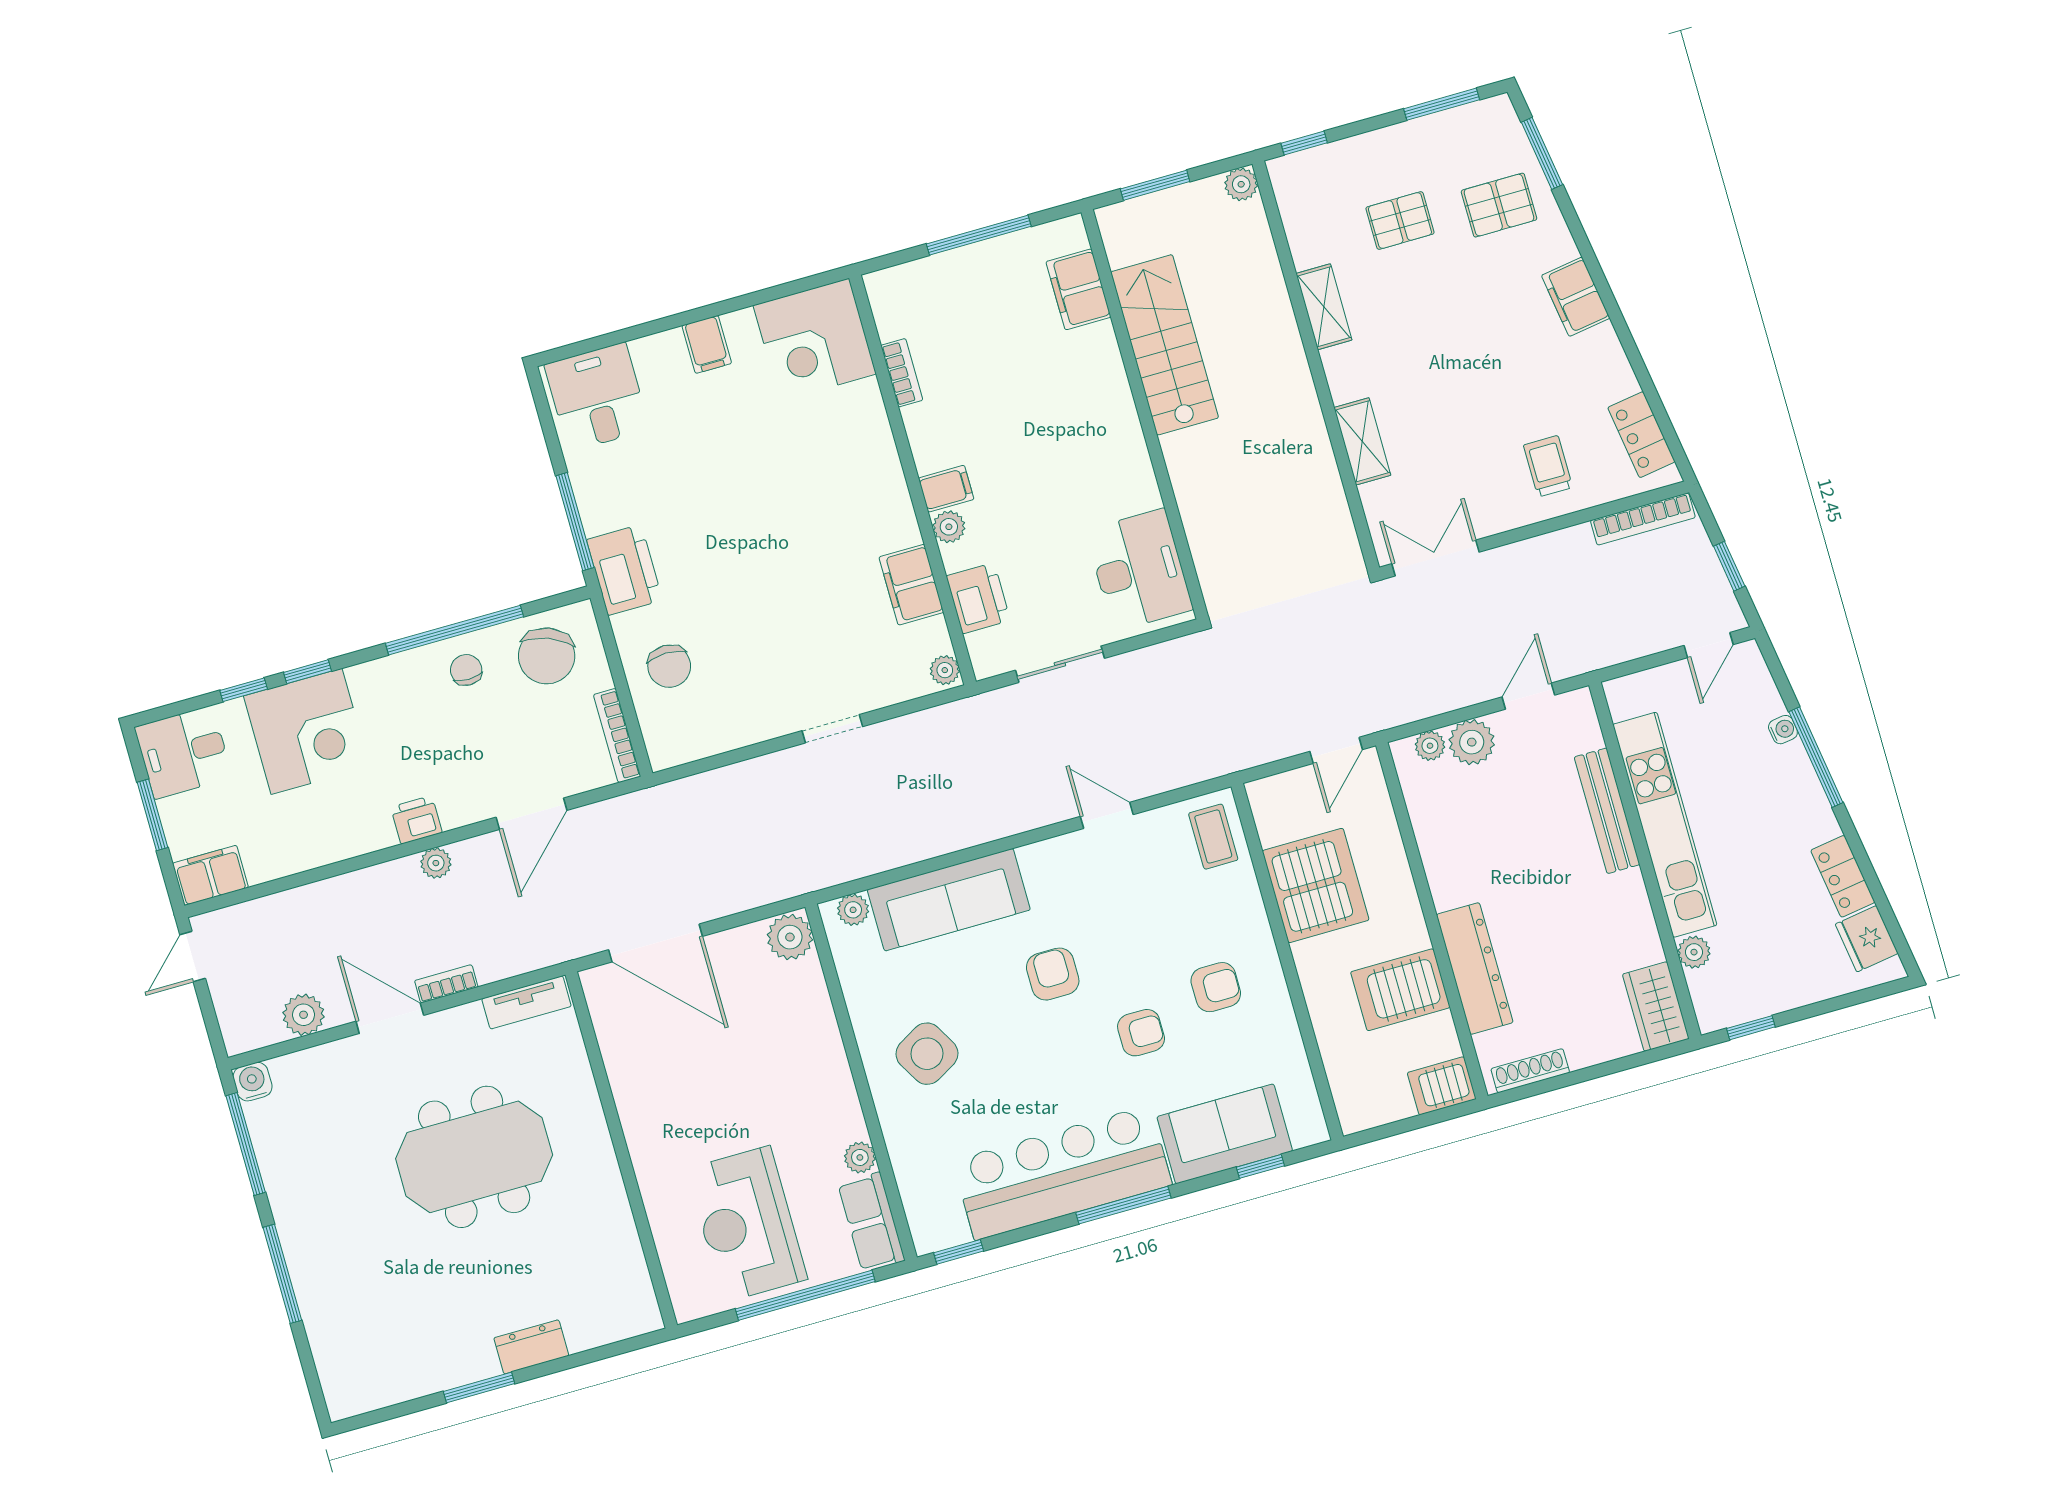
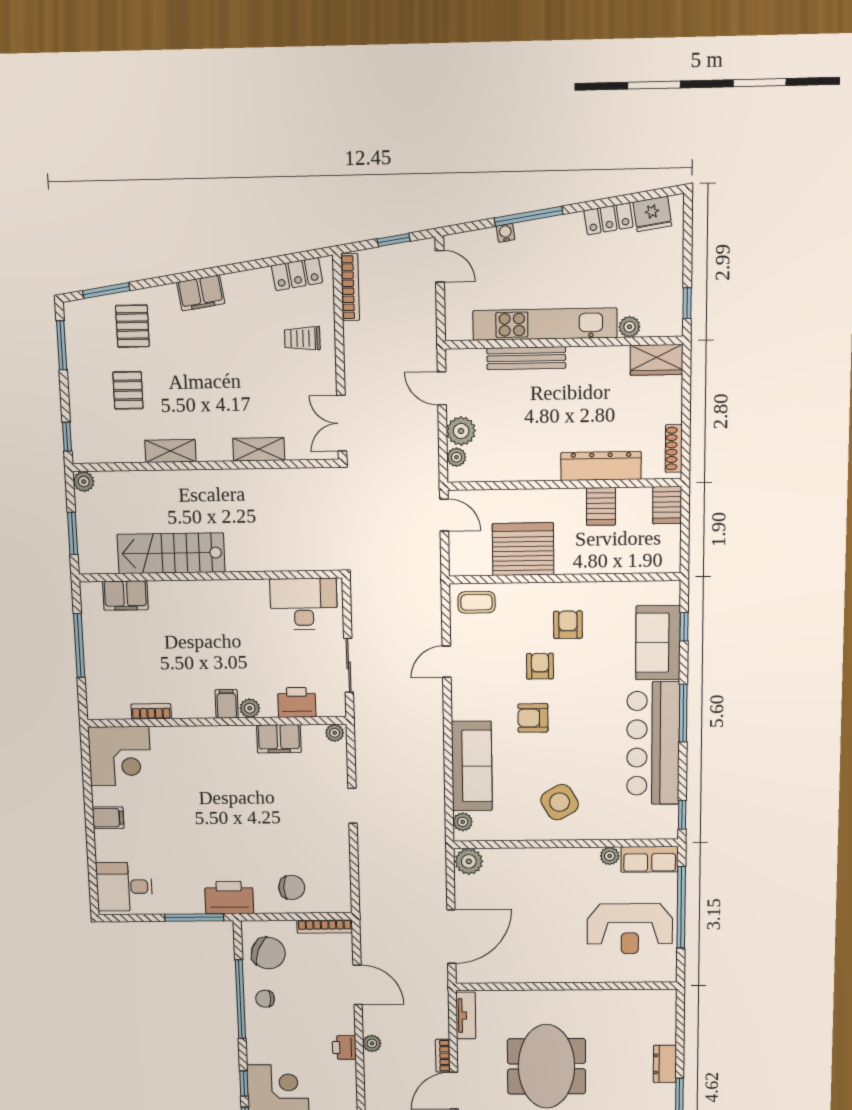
server rack: (1400, 990) -> (601, 506), width x0.73, depth x0.70
armchair: (1141, 1033) -> (540, 666), moved

